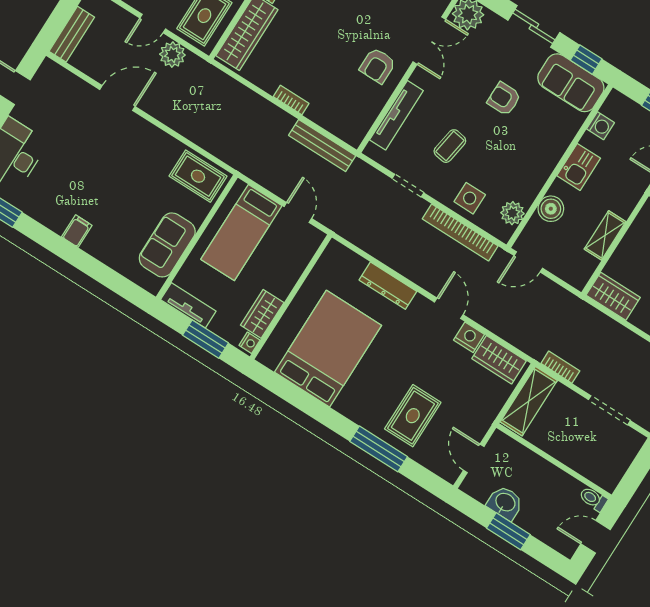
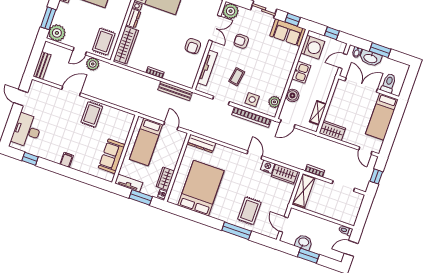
armchair: (504, 99) -> (241, 41), moved
washing machine: (600, 126) -> (313, 47), width x1.89, depth x1.89
rug: (198, 176) -> (92, 114), moved, turned 90
shelving: (605, 235) -> (318, 113), moved
dresser: (388, 286) -> (201, 143), moved

